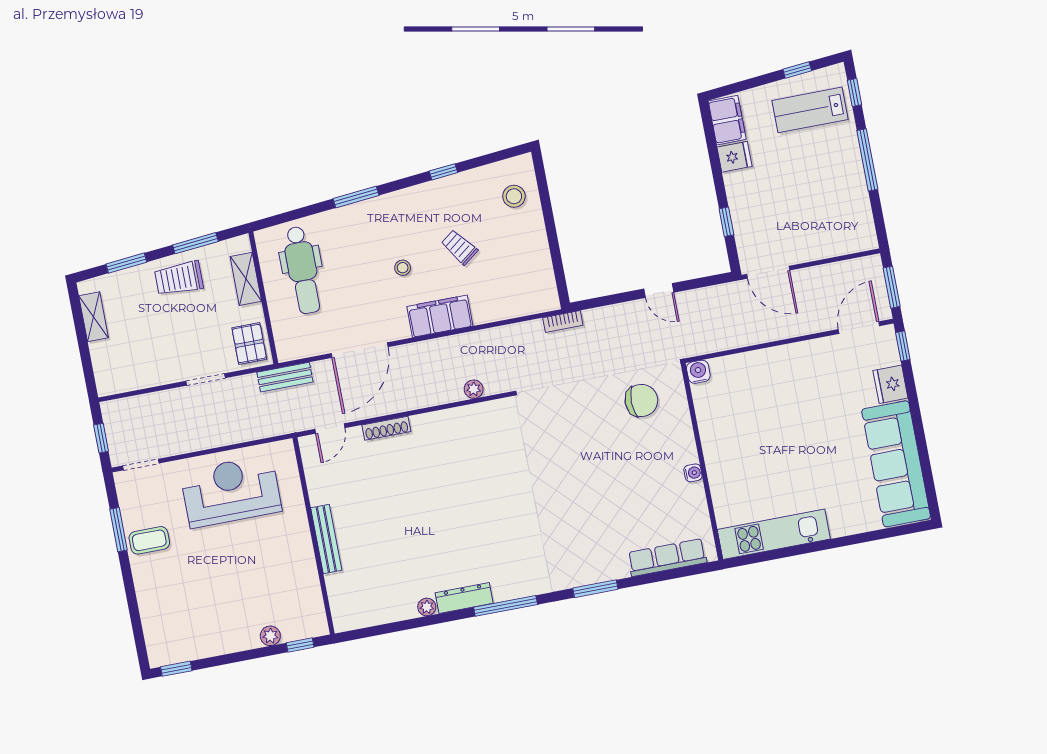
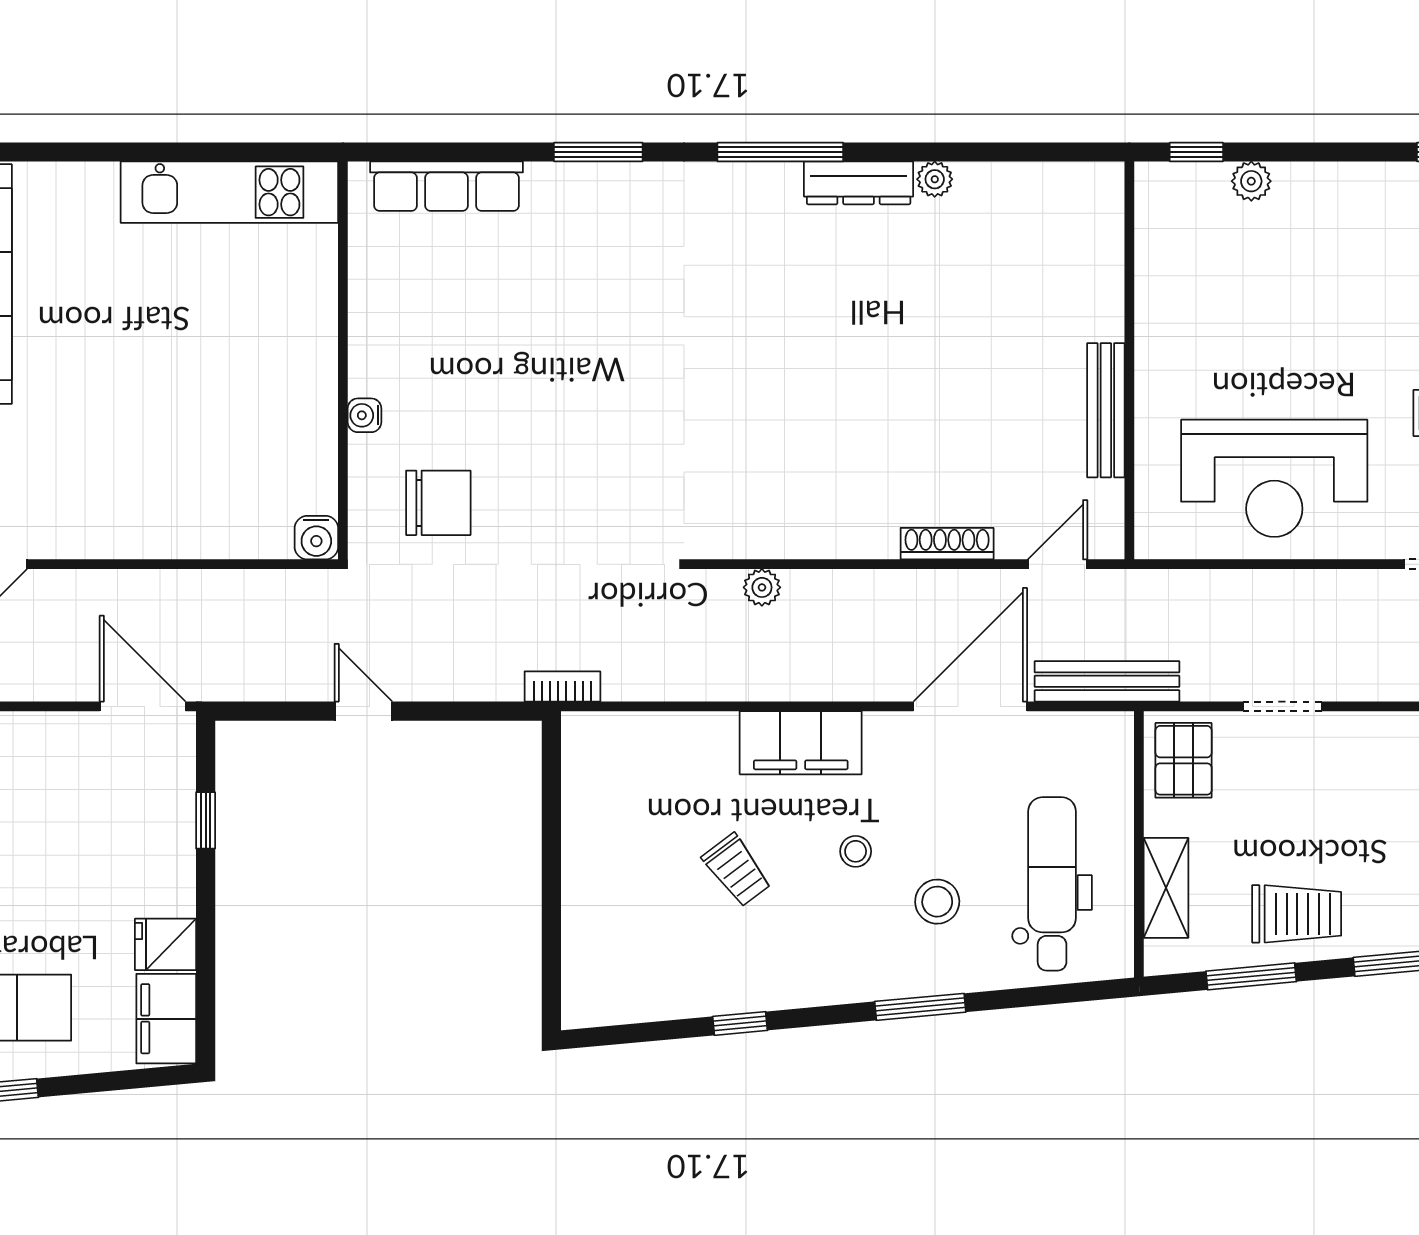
stool: (514, 196) -> (937, 902), moved
bench: (285, 377) -> (1107, 681), width x1.36
chair: (641, 400) -> (438, 503), turned 180
water cooler: (693, 473) -> (364, 415), moved
bench: (326, 539) -> (1106, 410), moved

